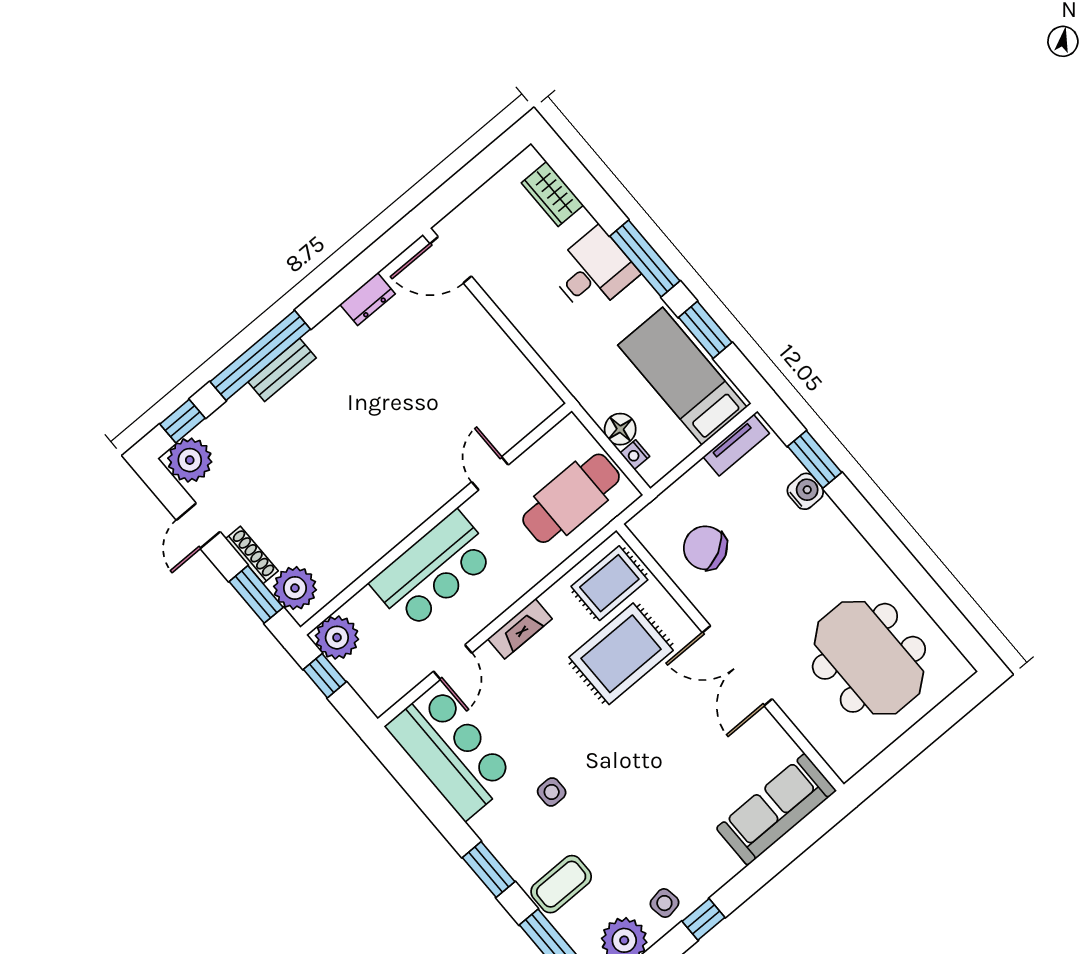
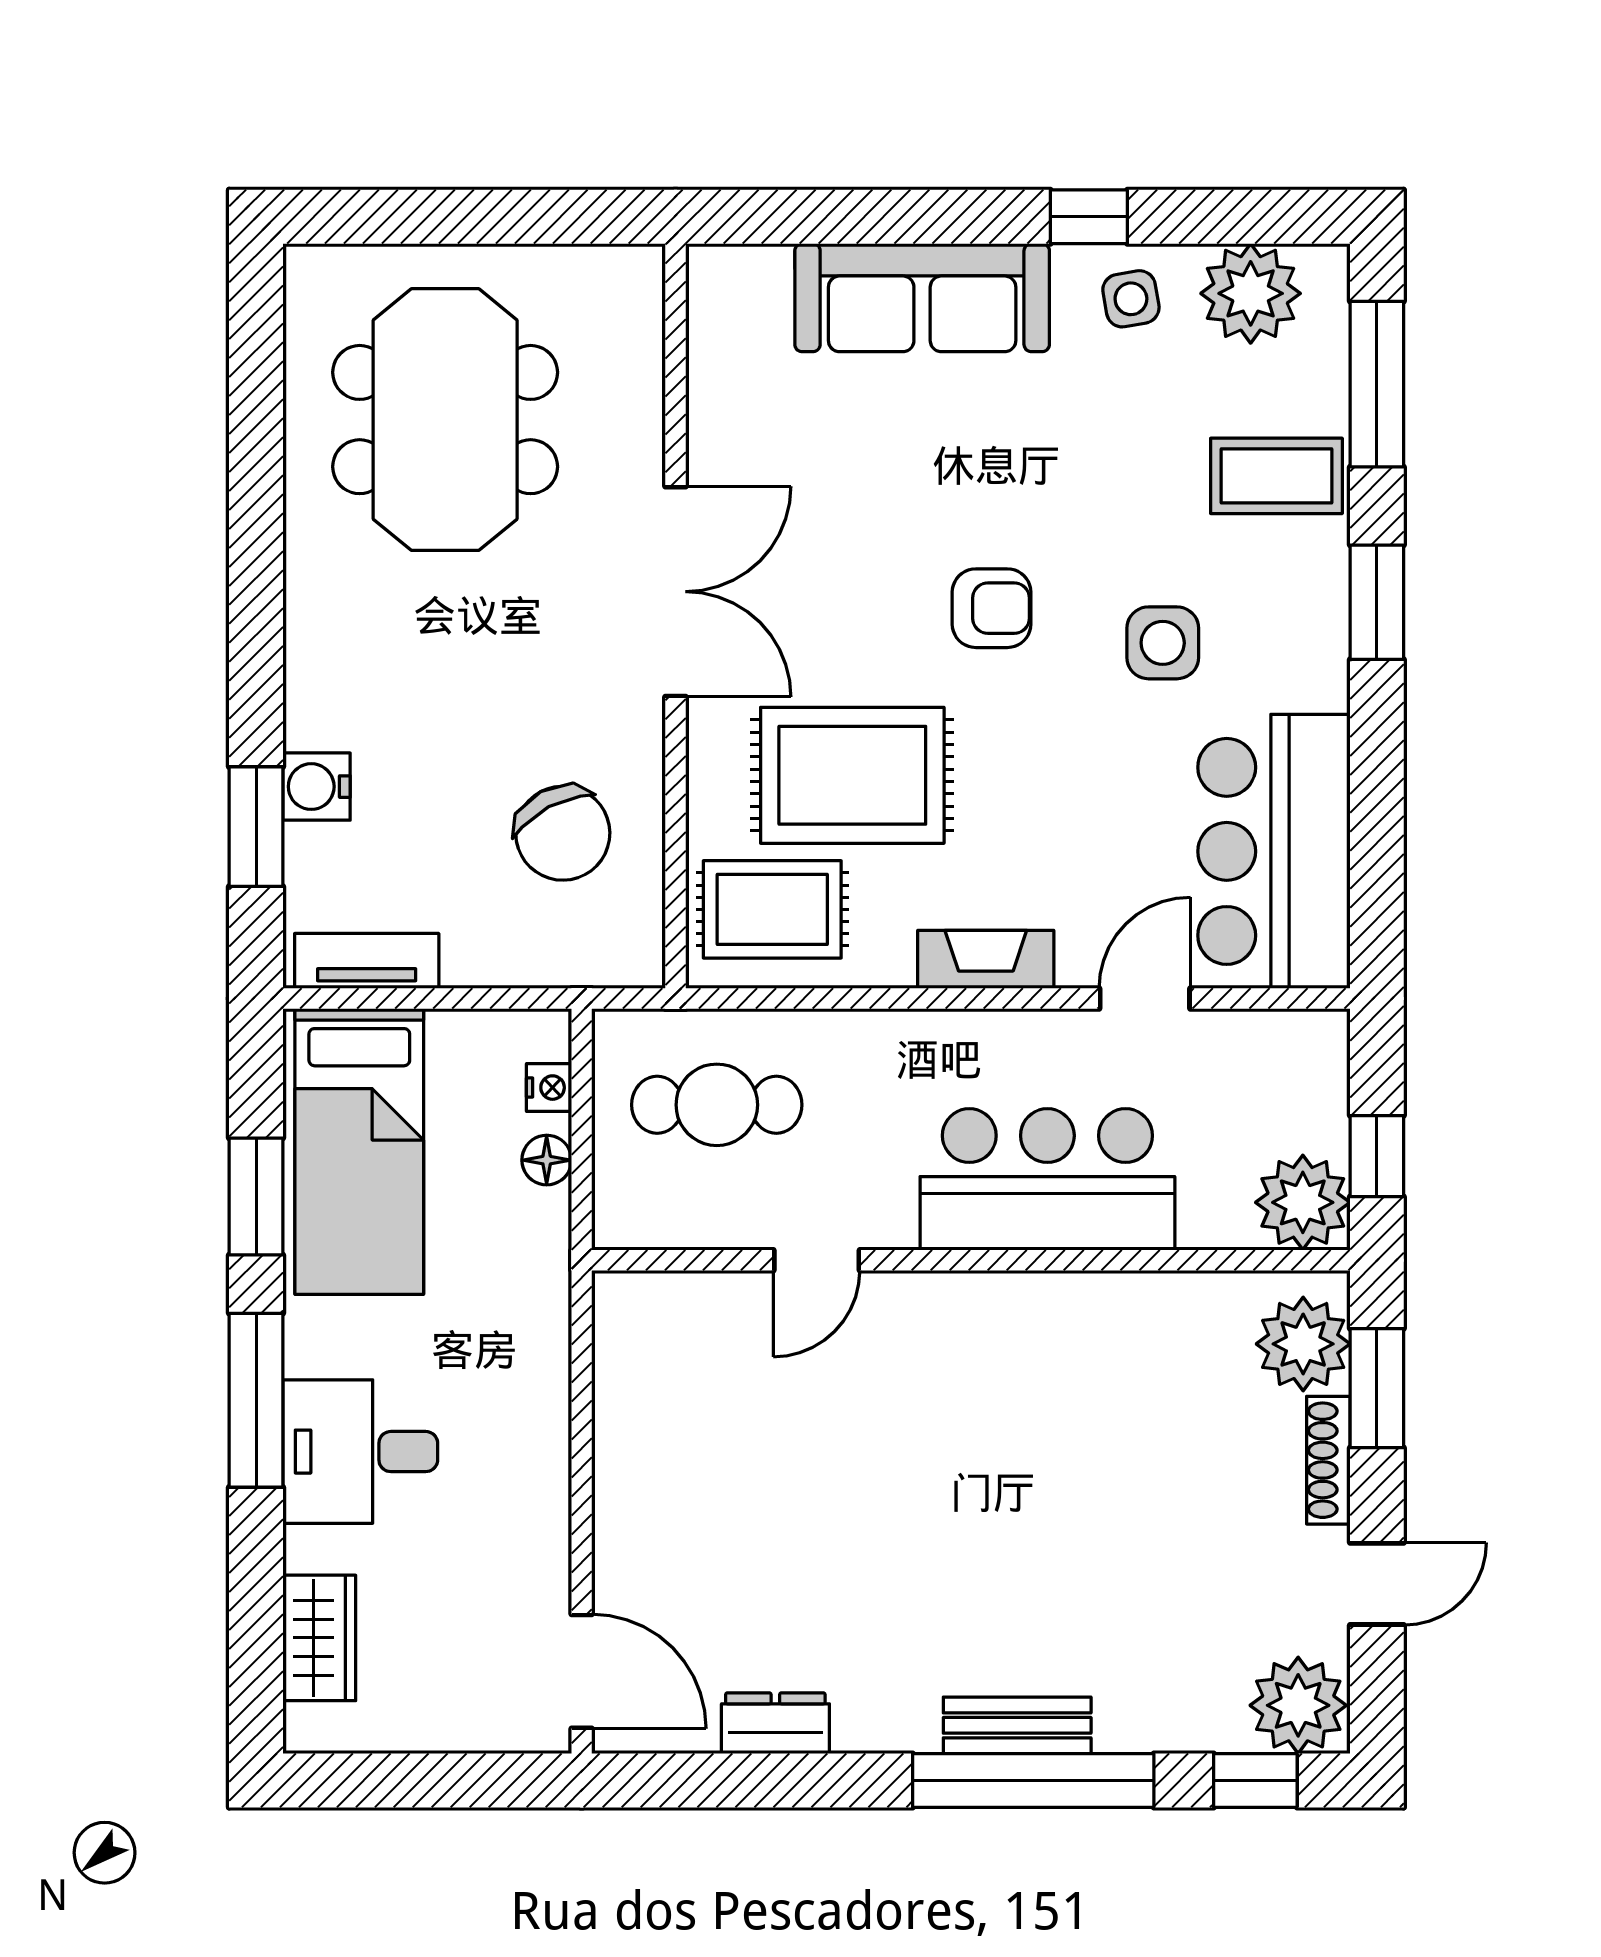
floor lamp: (620, 429) -> (547, 1160), width x0.73, depth x0.73
cafe table: (571, 498) -> (717, 1105), width x0.73, depth x0.74
armchair: (622, 753) -> (992, 608), added
side table: (552, 792) -> (1163, 643), width x1.37, depth x1.37
sofa: (776, 809) -> (922, 298), moved

